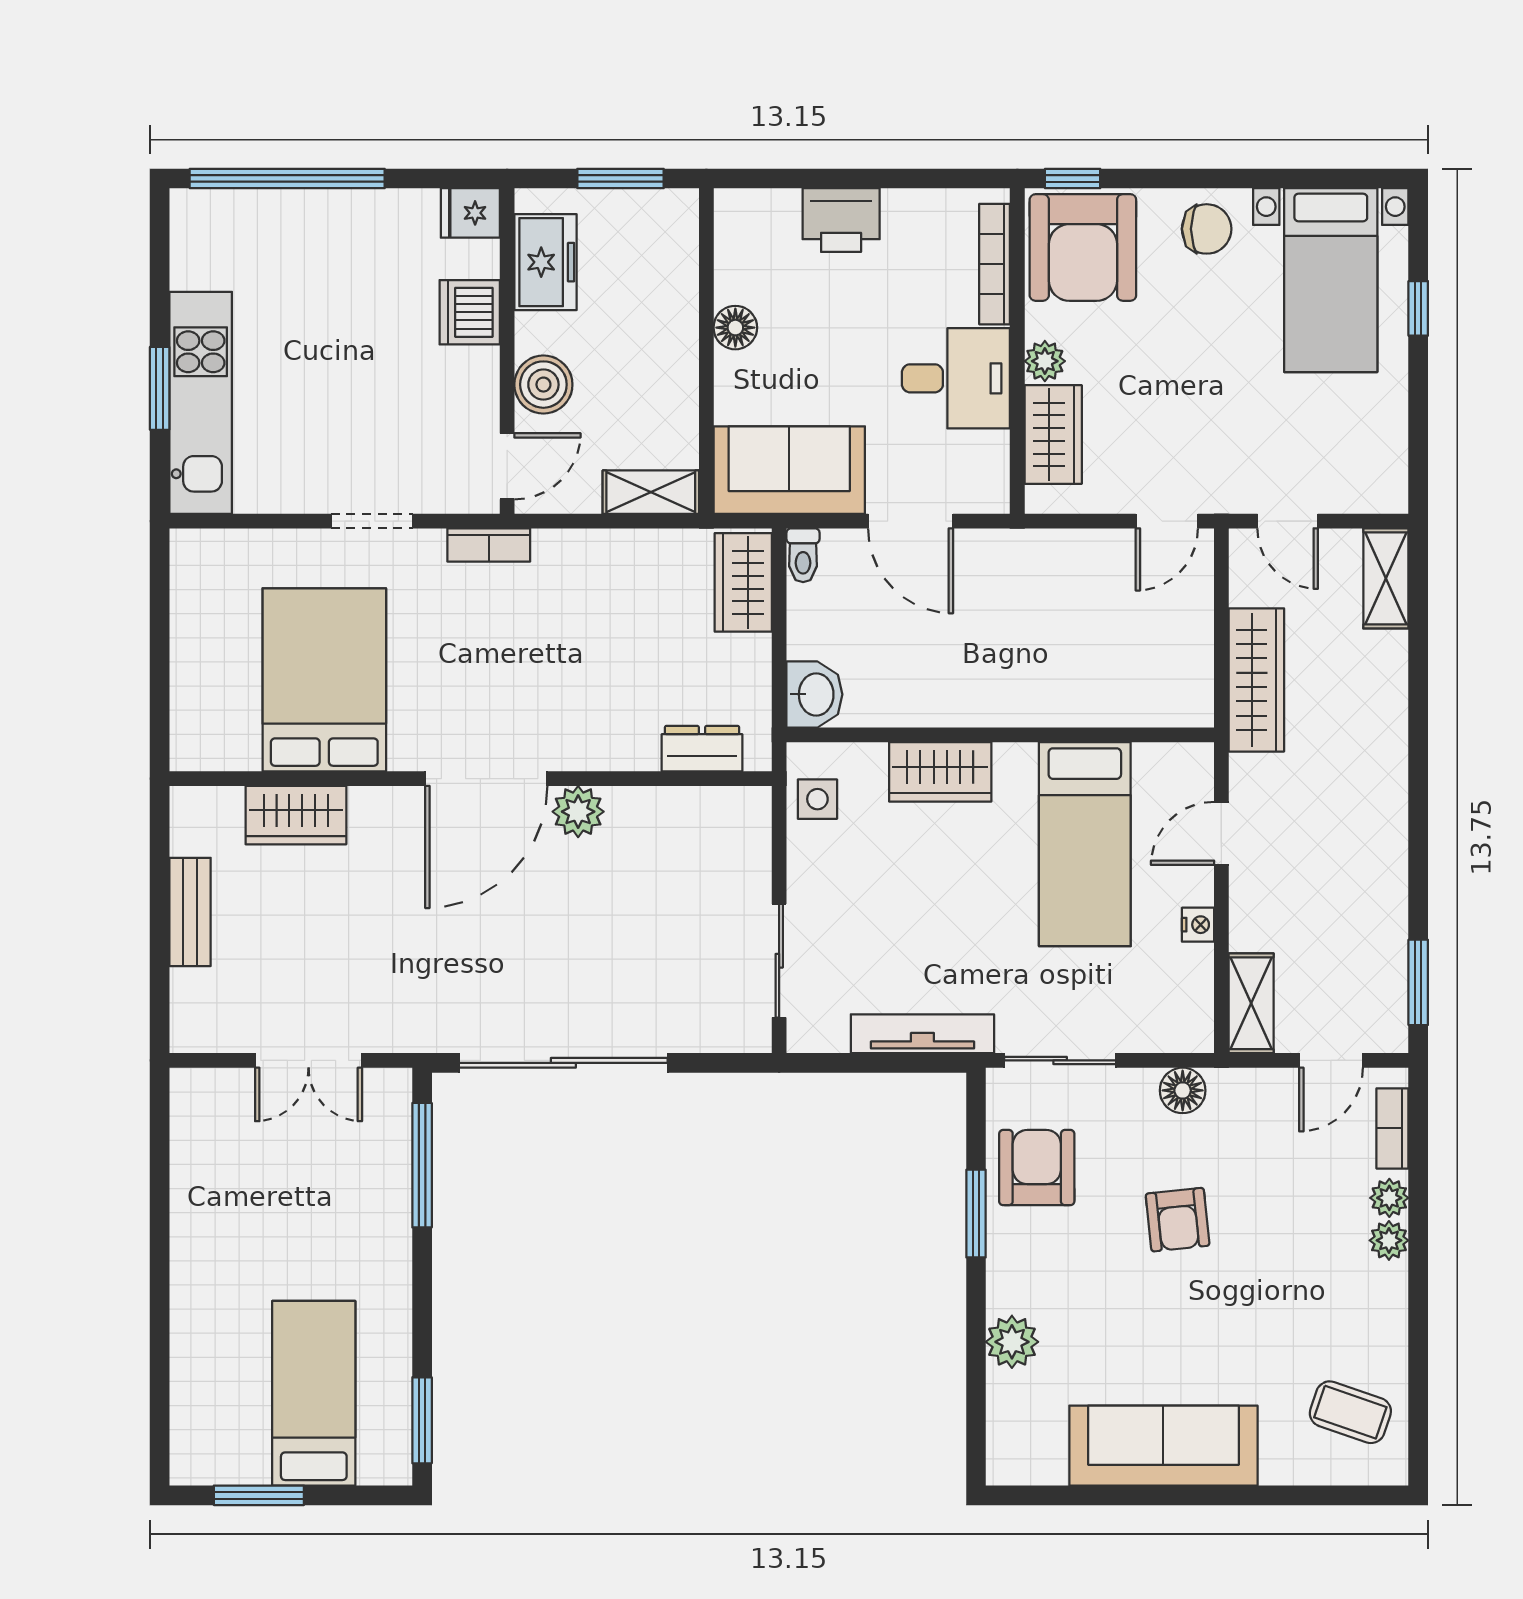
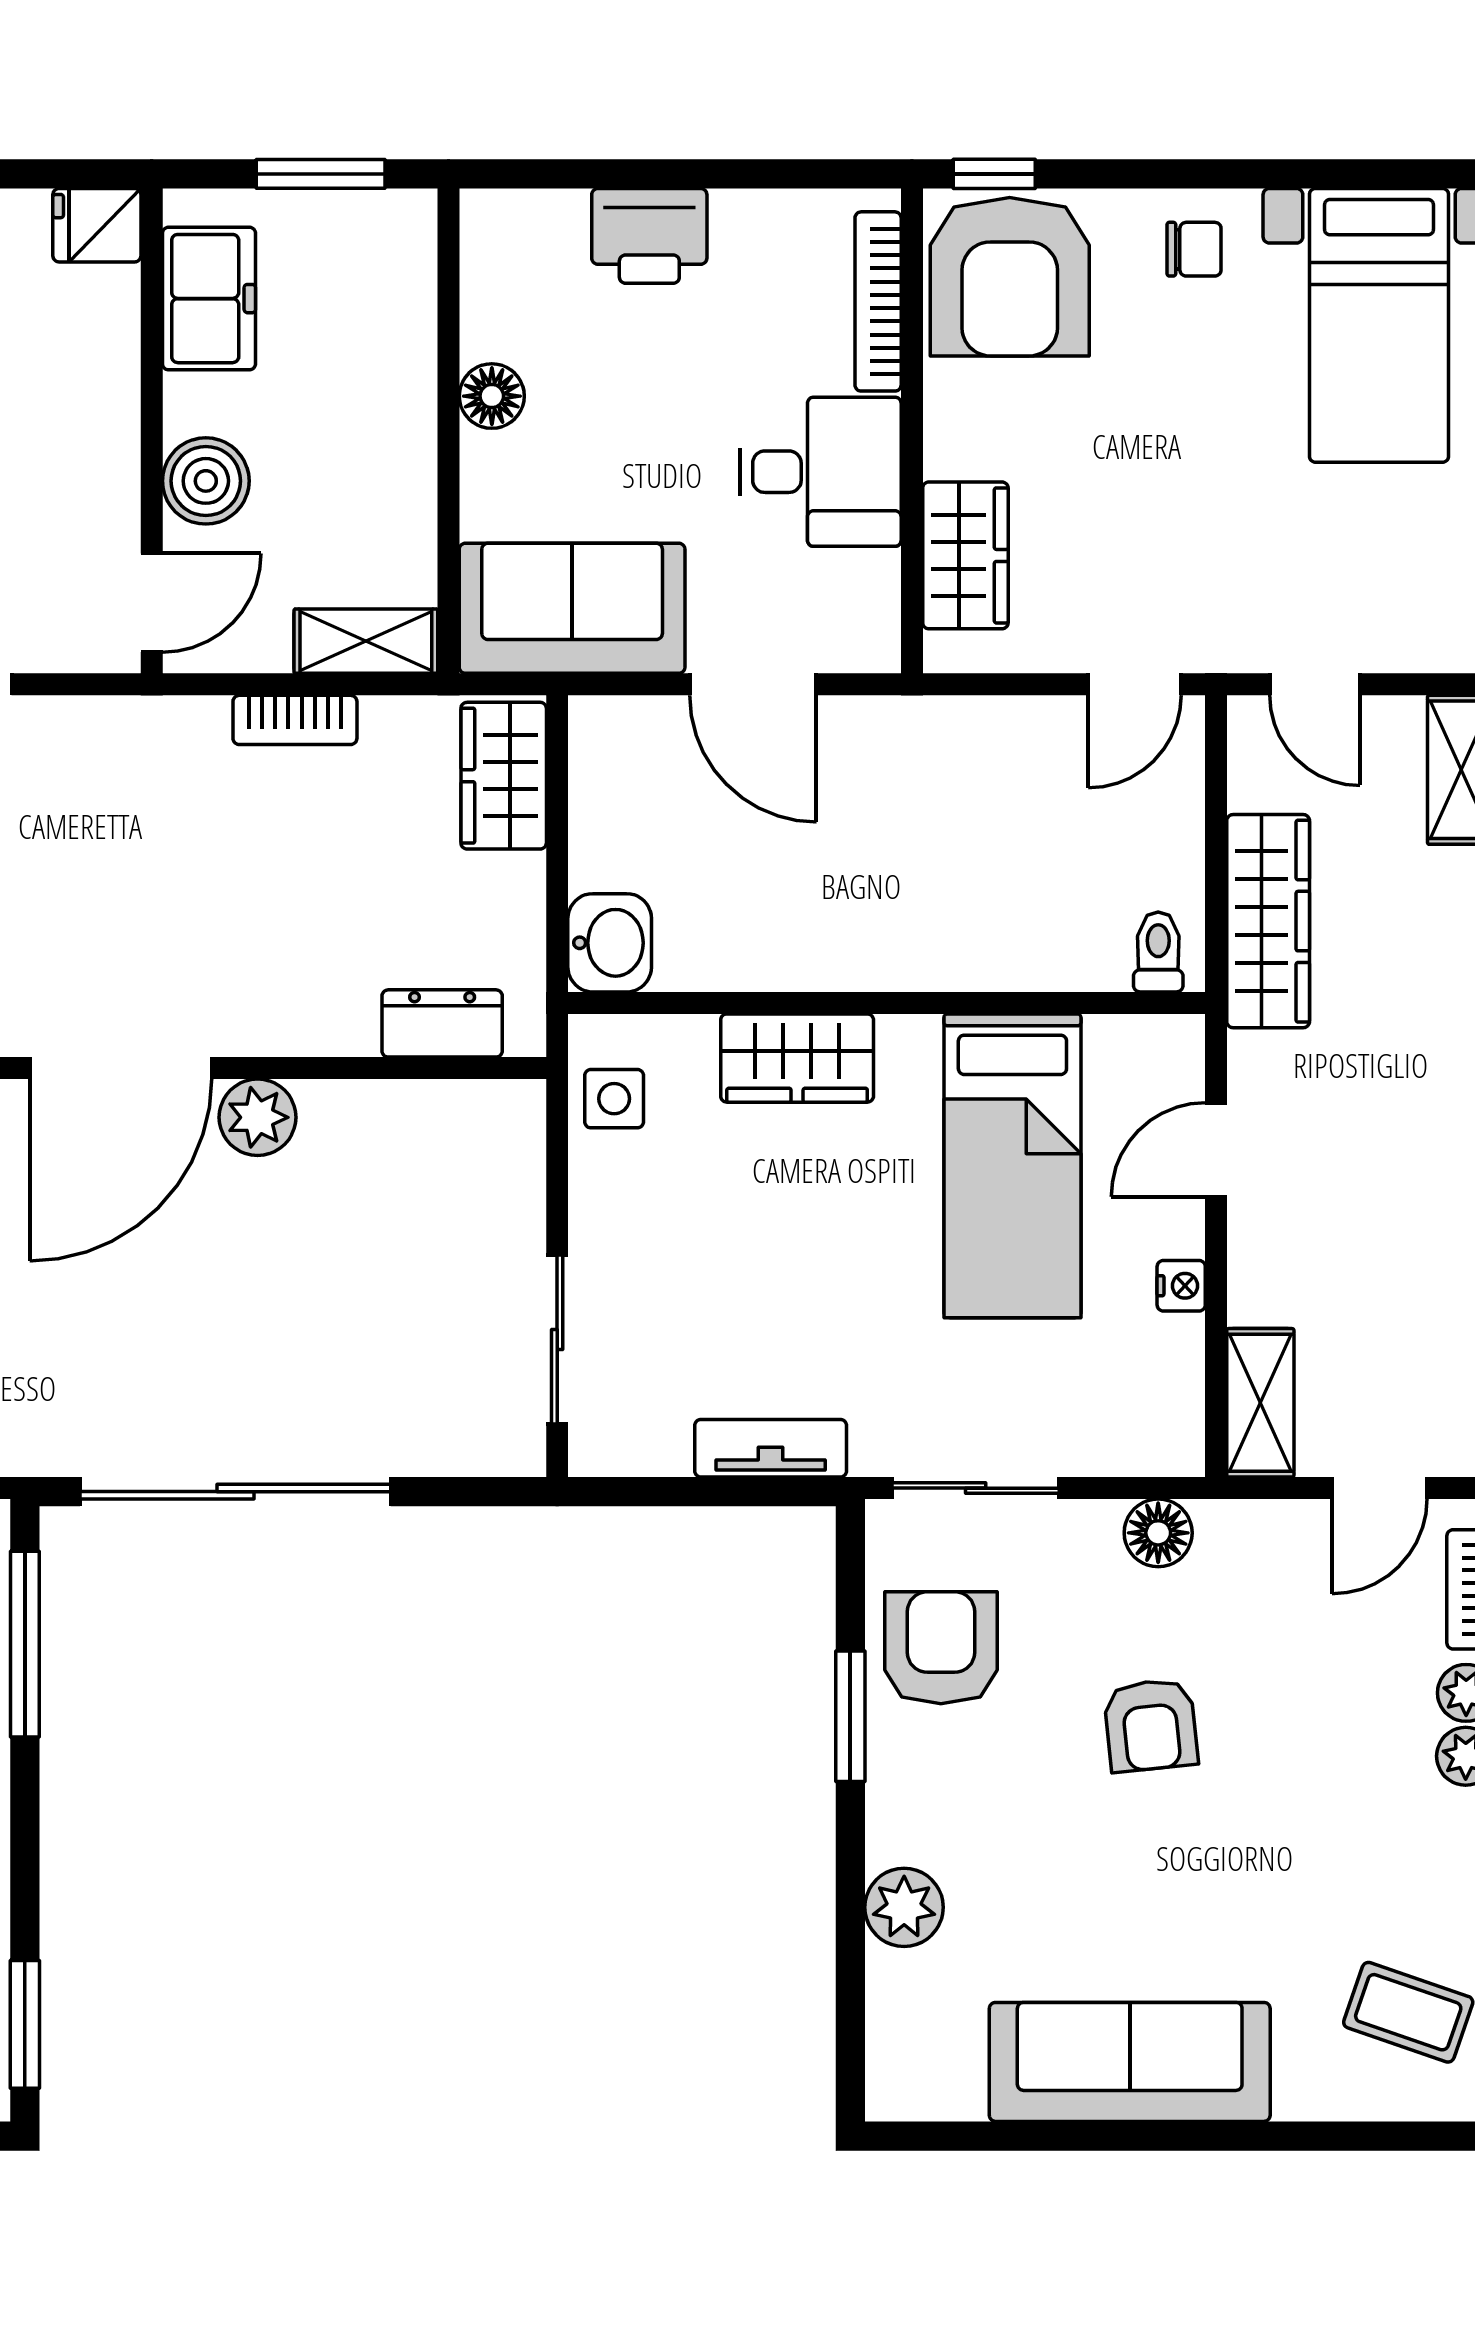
chair: (1207, 229) -> (1194, 249), width x0.73, depth x0.73
dishwasher: (470, 312) -> (96, 373), removed
plant: (1045, 361) -> (953, 446), removed
bookcase: (489, 545) -> (295, 720), moved
toilet: (803, 555) -> (1158, 952), moved, turned 180
tv unit: (922, 1034) -> (771, 1448), width x0.71

